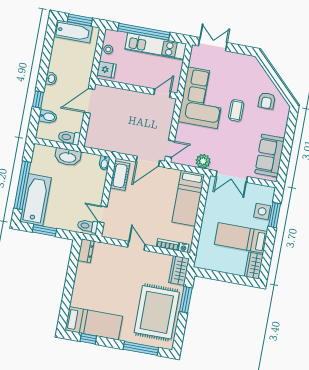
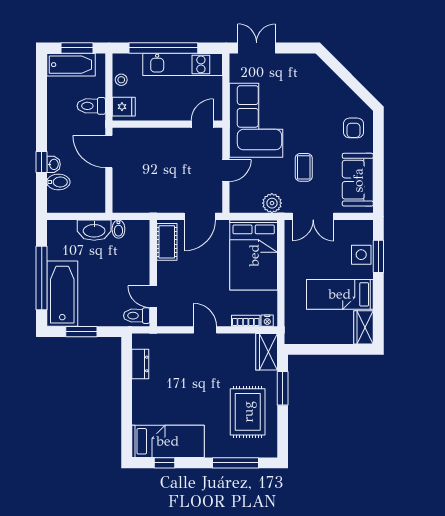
washbasin: (51, 79) -> (54, 164), moved
door: (89, 101) -> (109, 152), hinge flipped
armchair: (267, 101) -> (353, 128), moved
coffee table: (236, 110) -> (304, 167), moved
toilet: (69, 138) -> (91, 106), moved
door: (170, 149) -> (226, 170), moved
bidet: (104, 163) -> (118, 229), moved
bed: (188, 198) -> (254, 255), width x1.50
dresser: (86, 251) -> (140, 364), moved
rug: (157, 312) -> (248, 412), width x0.73, depth x0.69

